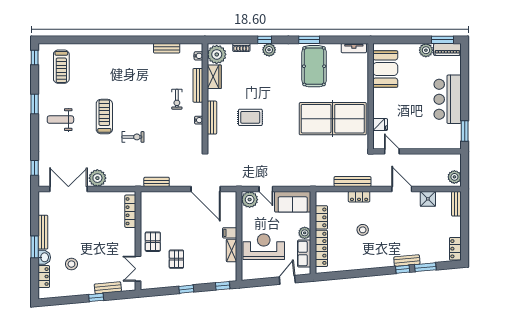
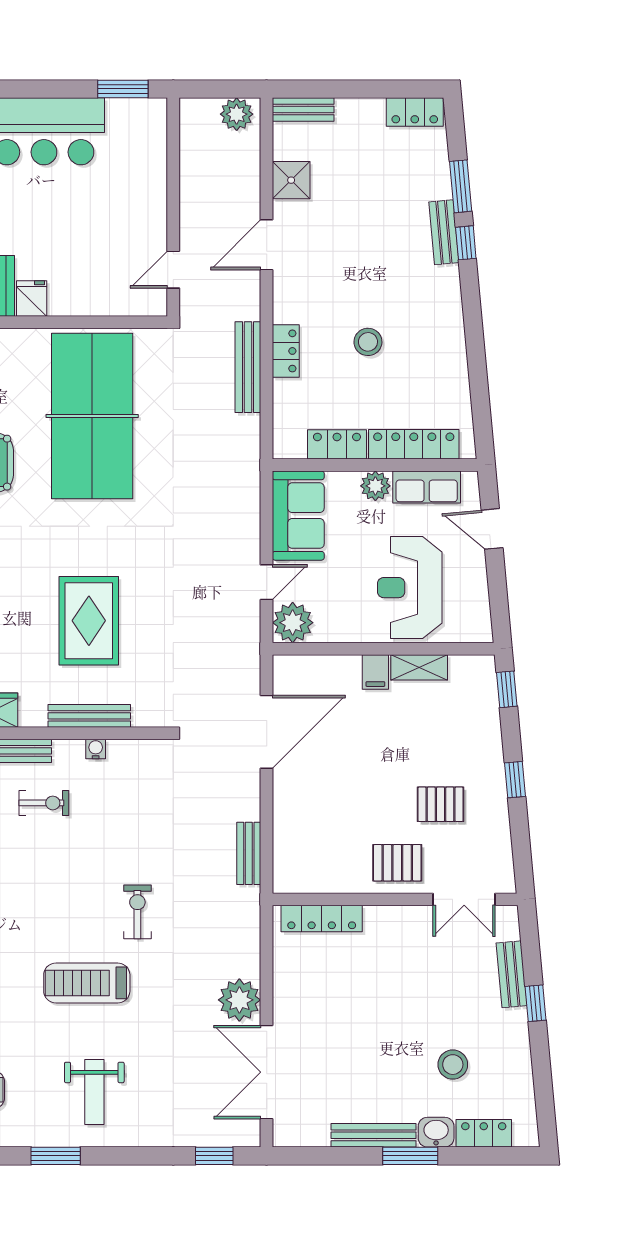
rug: (250, 117) -> (89, 621), width x1.36, depth x1.43
fridge: (380, 125) -> (32, 298), moved

